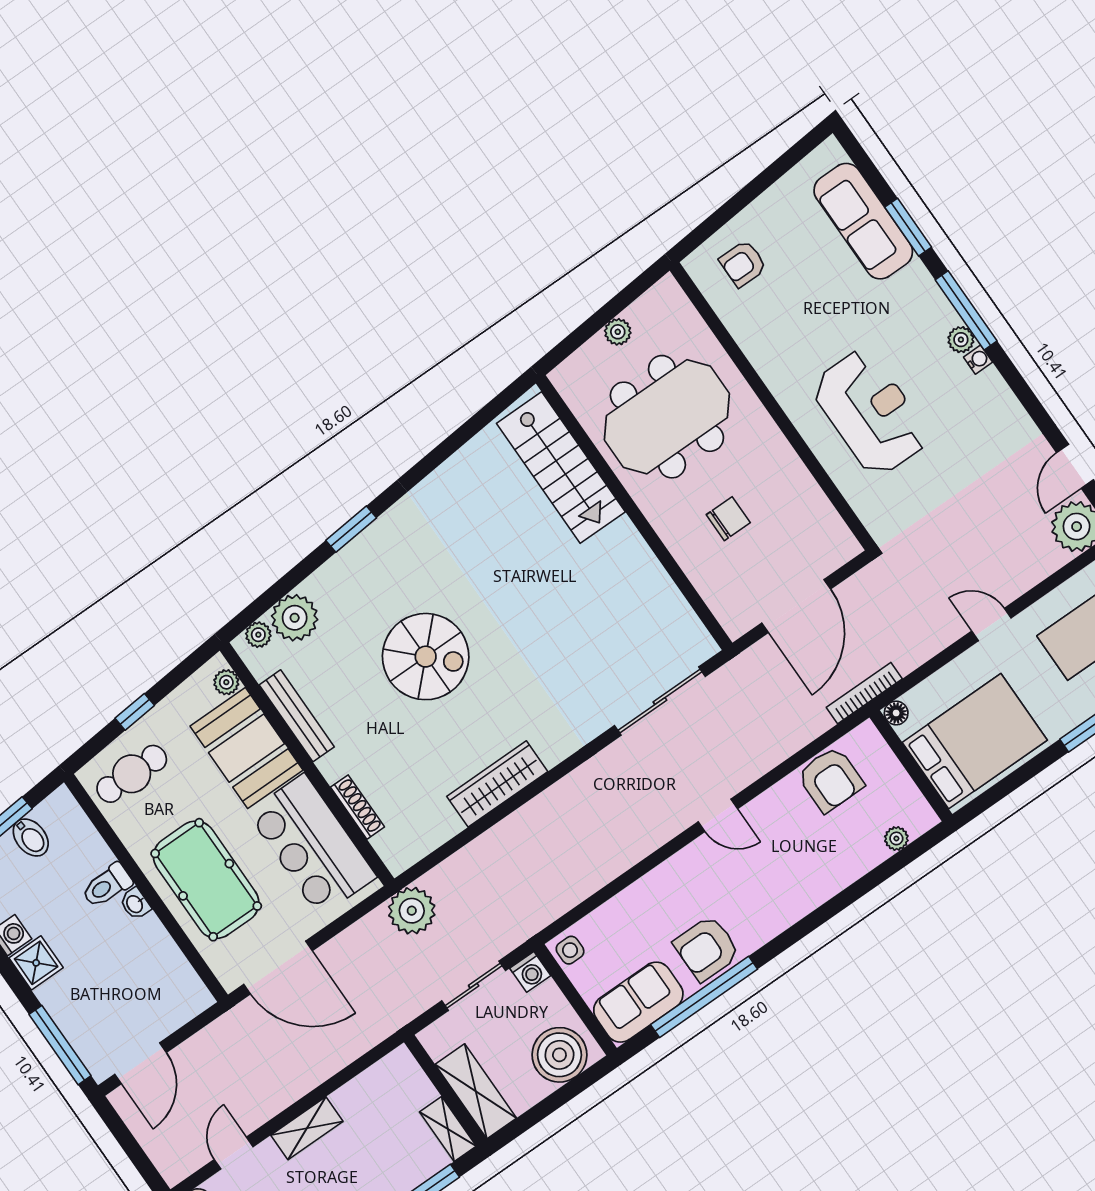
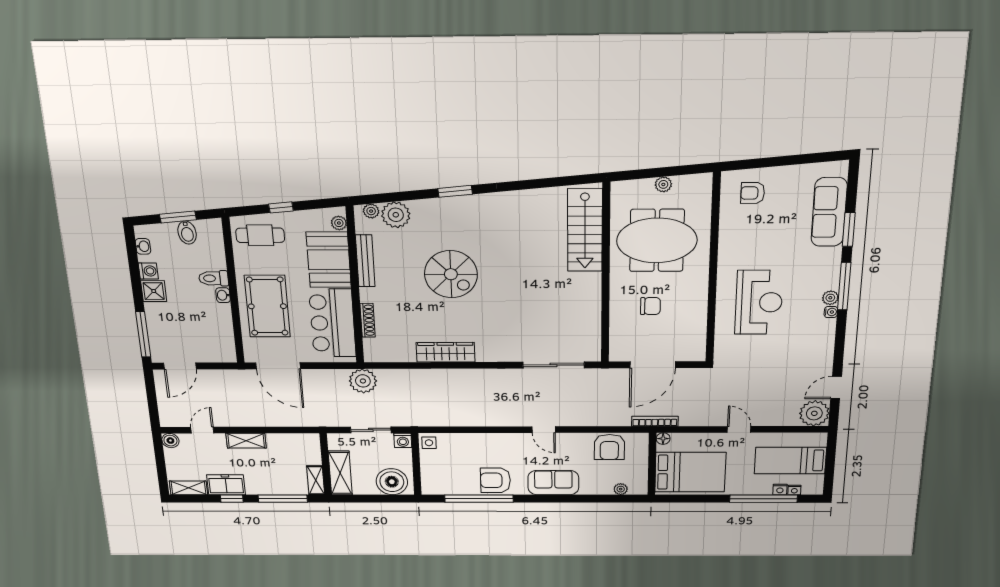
sofa: (638, 1002) -> (553, 483), moved

